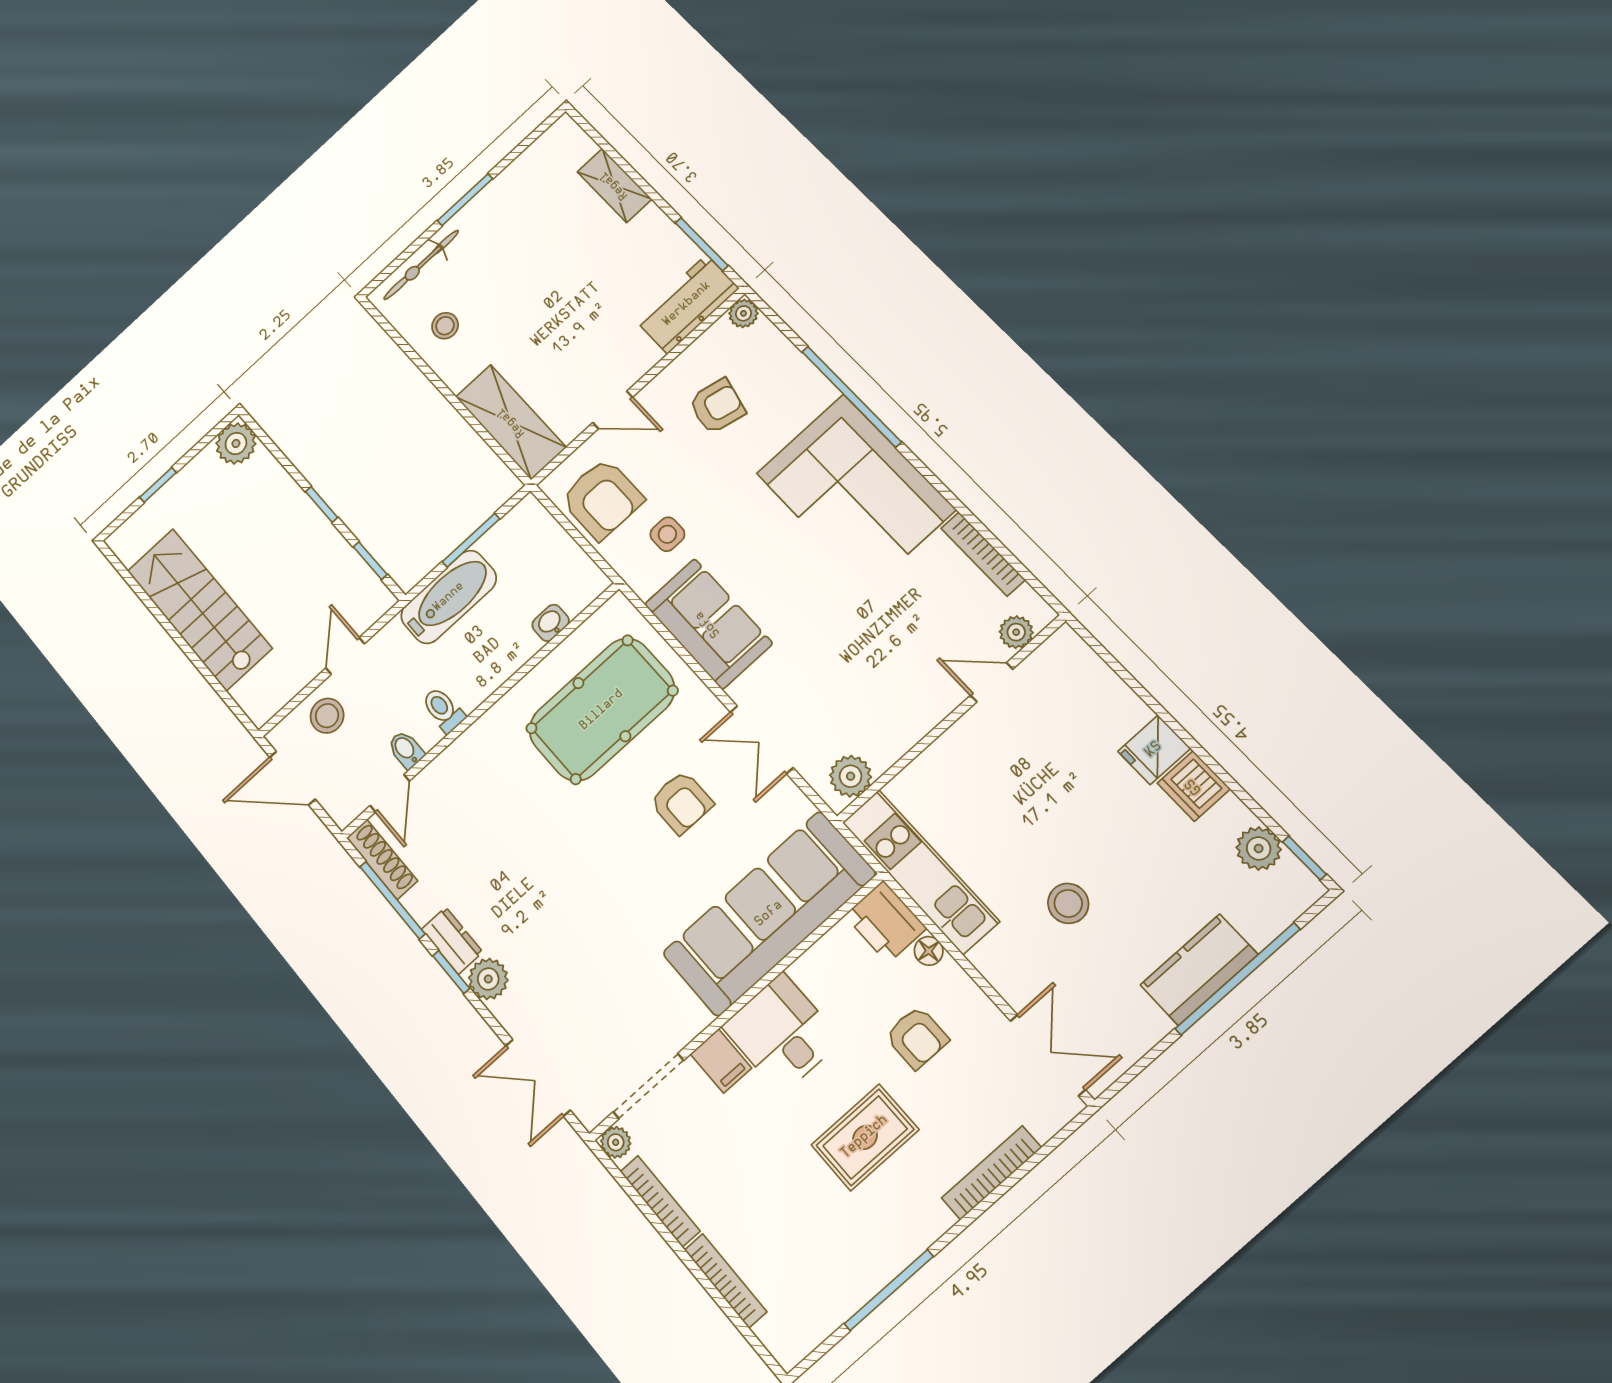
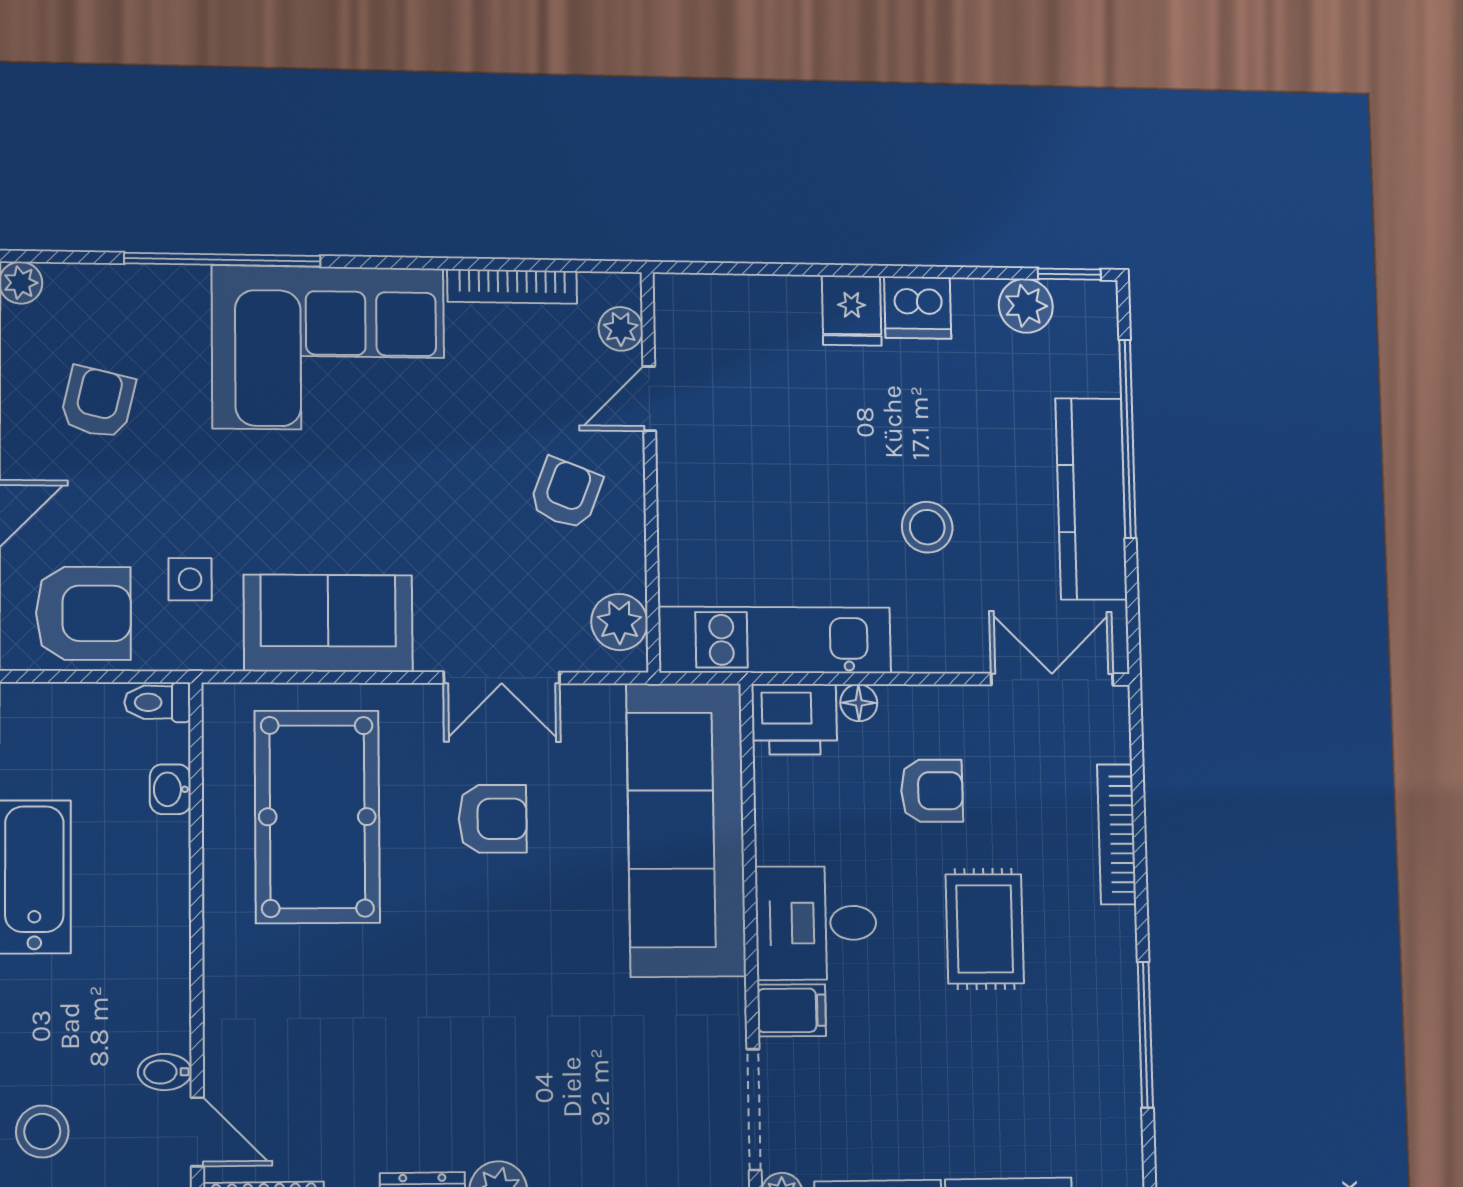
armchair: (895, 684) -> (566, 493), added
toilet: (443, 710) -> (157, 702), moved
kitchen counter: (1199, 970) -> (1091, 499), width x1.50

